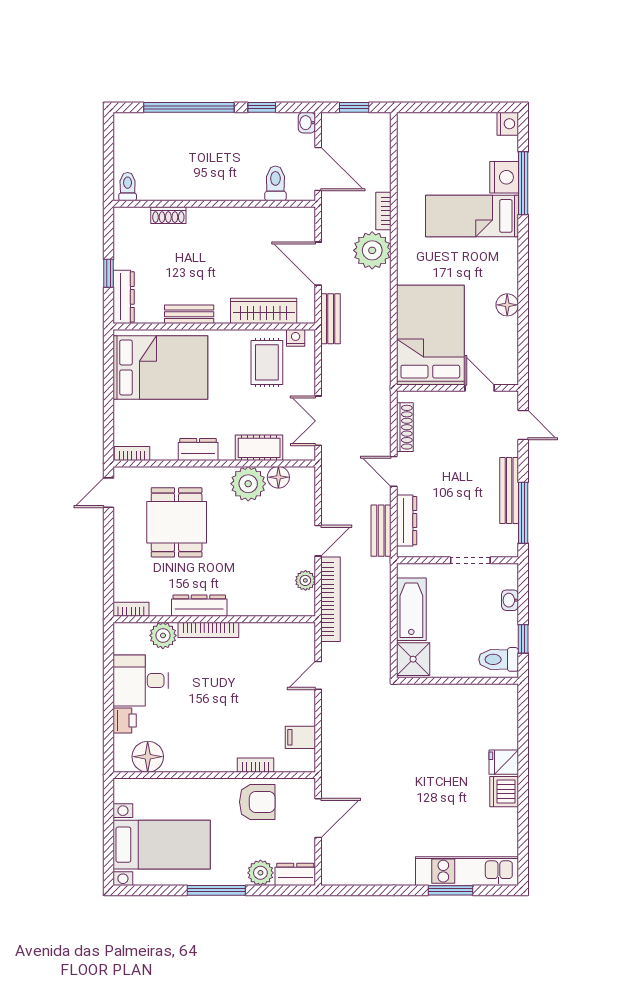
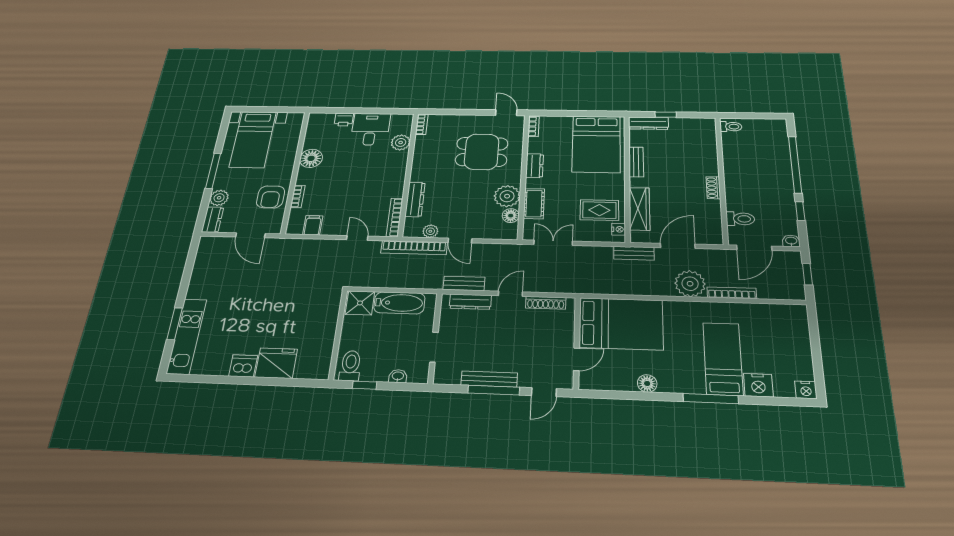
window: (523, 183) -> (711, 399), moved
bookcase: (383, 211) -> (732, 293), width x1.56
shoe rack: (168, 215) -> (713, 188), moved
window: (523, 513) -> (494, 390), moved
dresser: (199, 606) -> (415, 199), moved
bookcase: (208, 630) -> (395, 217), moved
floor lamp: (148, 757) -> (311, 158), moved
fridge: (504, 762) -> (276, 363), width x1.88, depth x1.34

